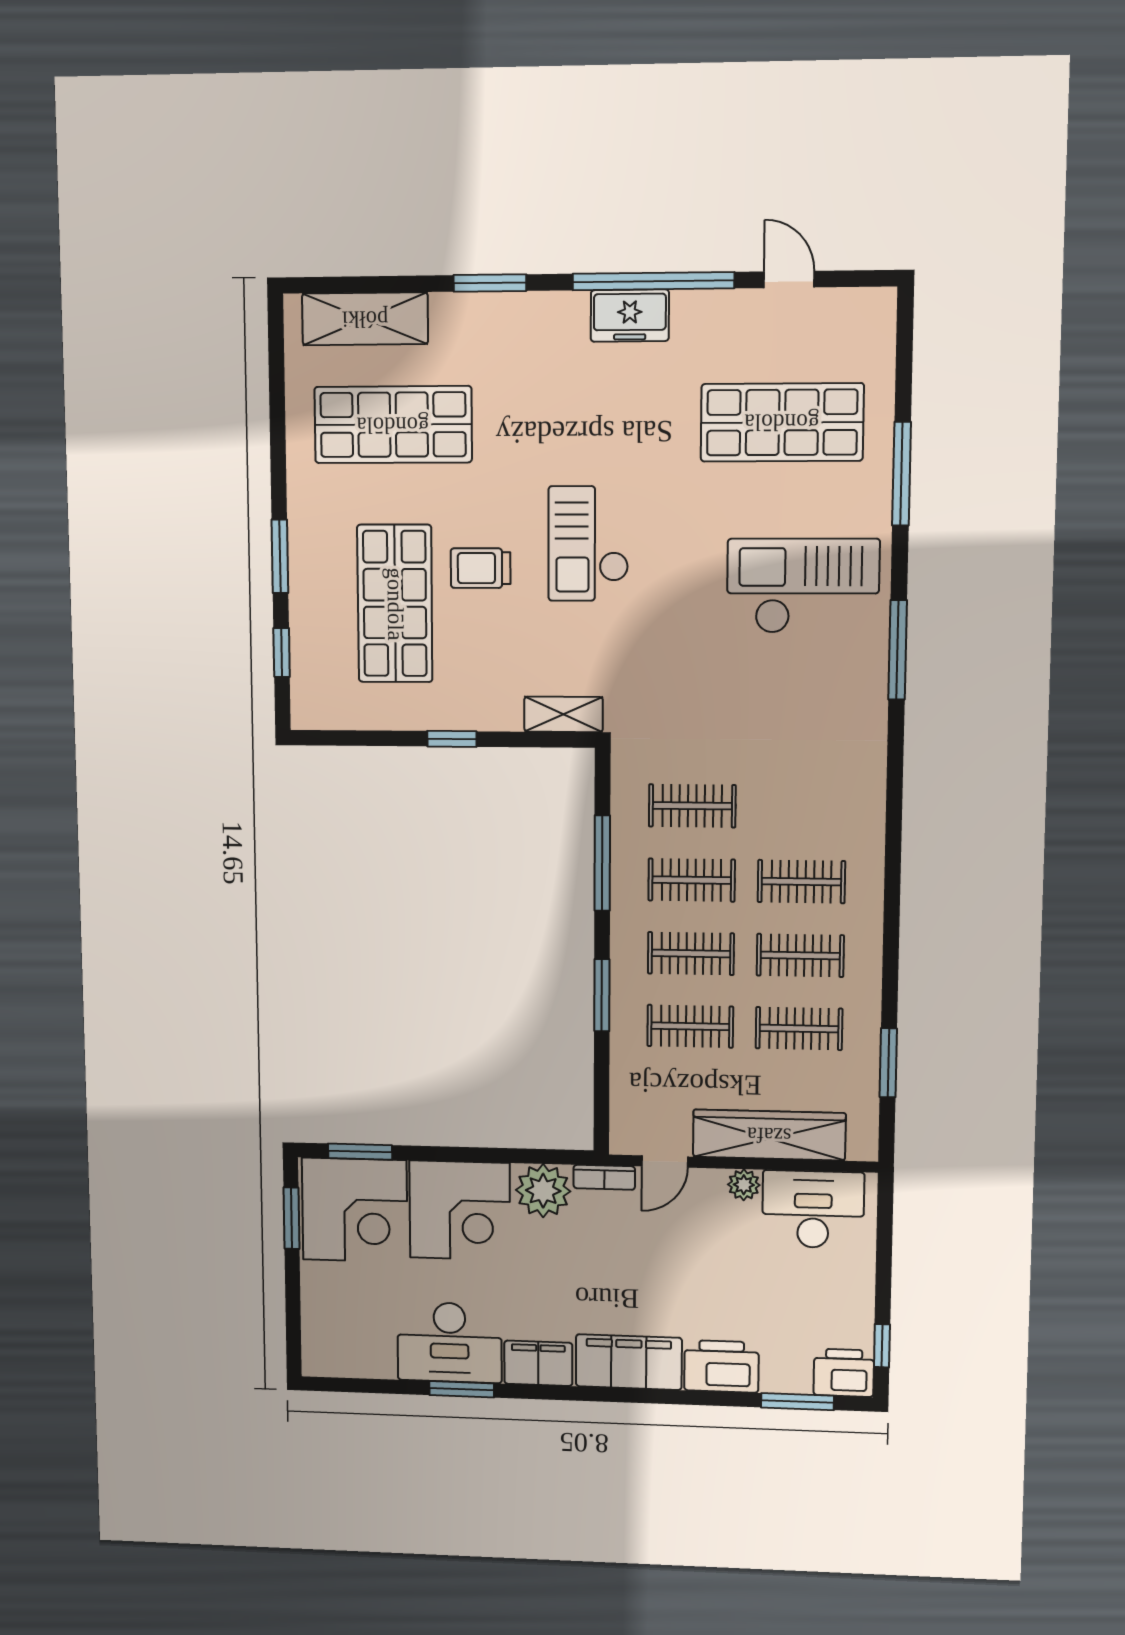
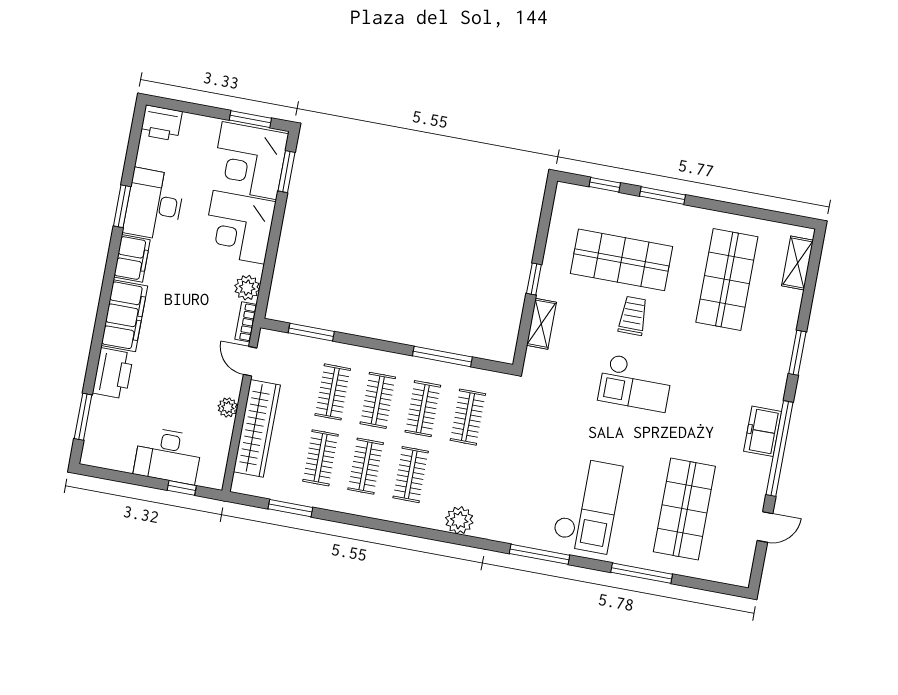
shelving: (365, 319) -> (797, 263), width x0.67, depth x0.75
checkout: (588, 544) -> (635, 383), turned 180
shelving: (564, 714) -> (541, 324), moved
plant: (863, 791) -> (459, 520), added
window: (602, 995) -> (311, 332), moved
plant: (543, 1191) -> (247, 288), width x0.73, depth x0.73
desk: (813, 1209) -> (168, 456), moved, turned 90
window: (882, 1346) -> (182, 488), moved
printer: (844, 1373) -> (161, 123), moved, turned 90

